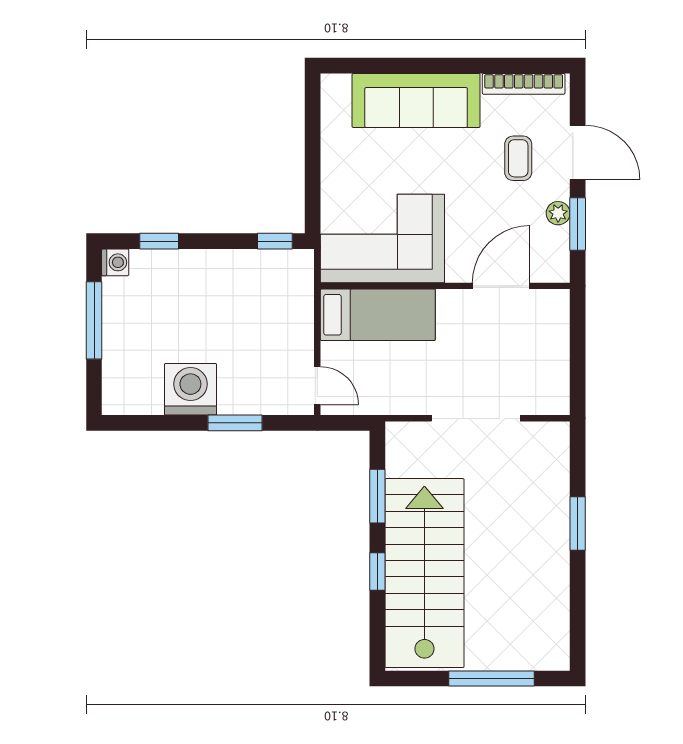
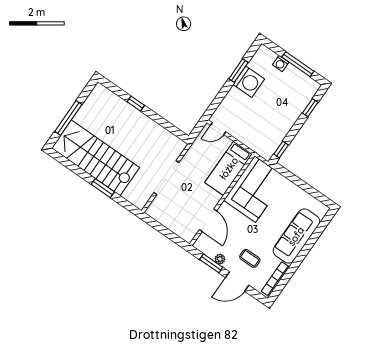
washing machine: (115, 262) -> (281, 64), moved
window: (235, 423) -> (238, 71), moved
window: (377, 496) -> (163, 122), removed
stairs: (424, 573) -> (96, 158), moved, turned 180

